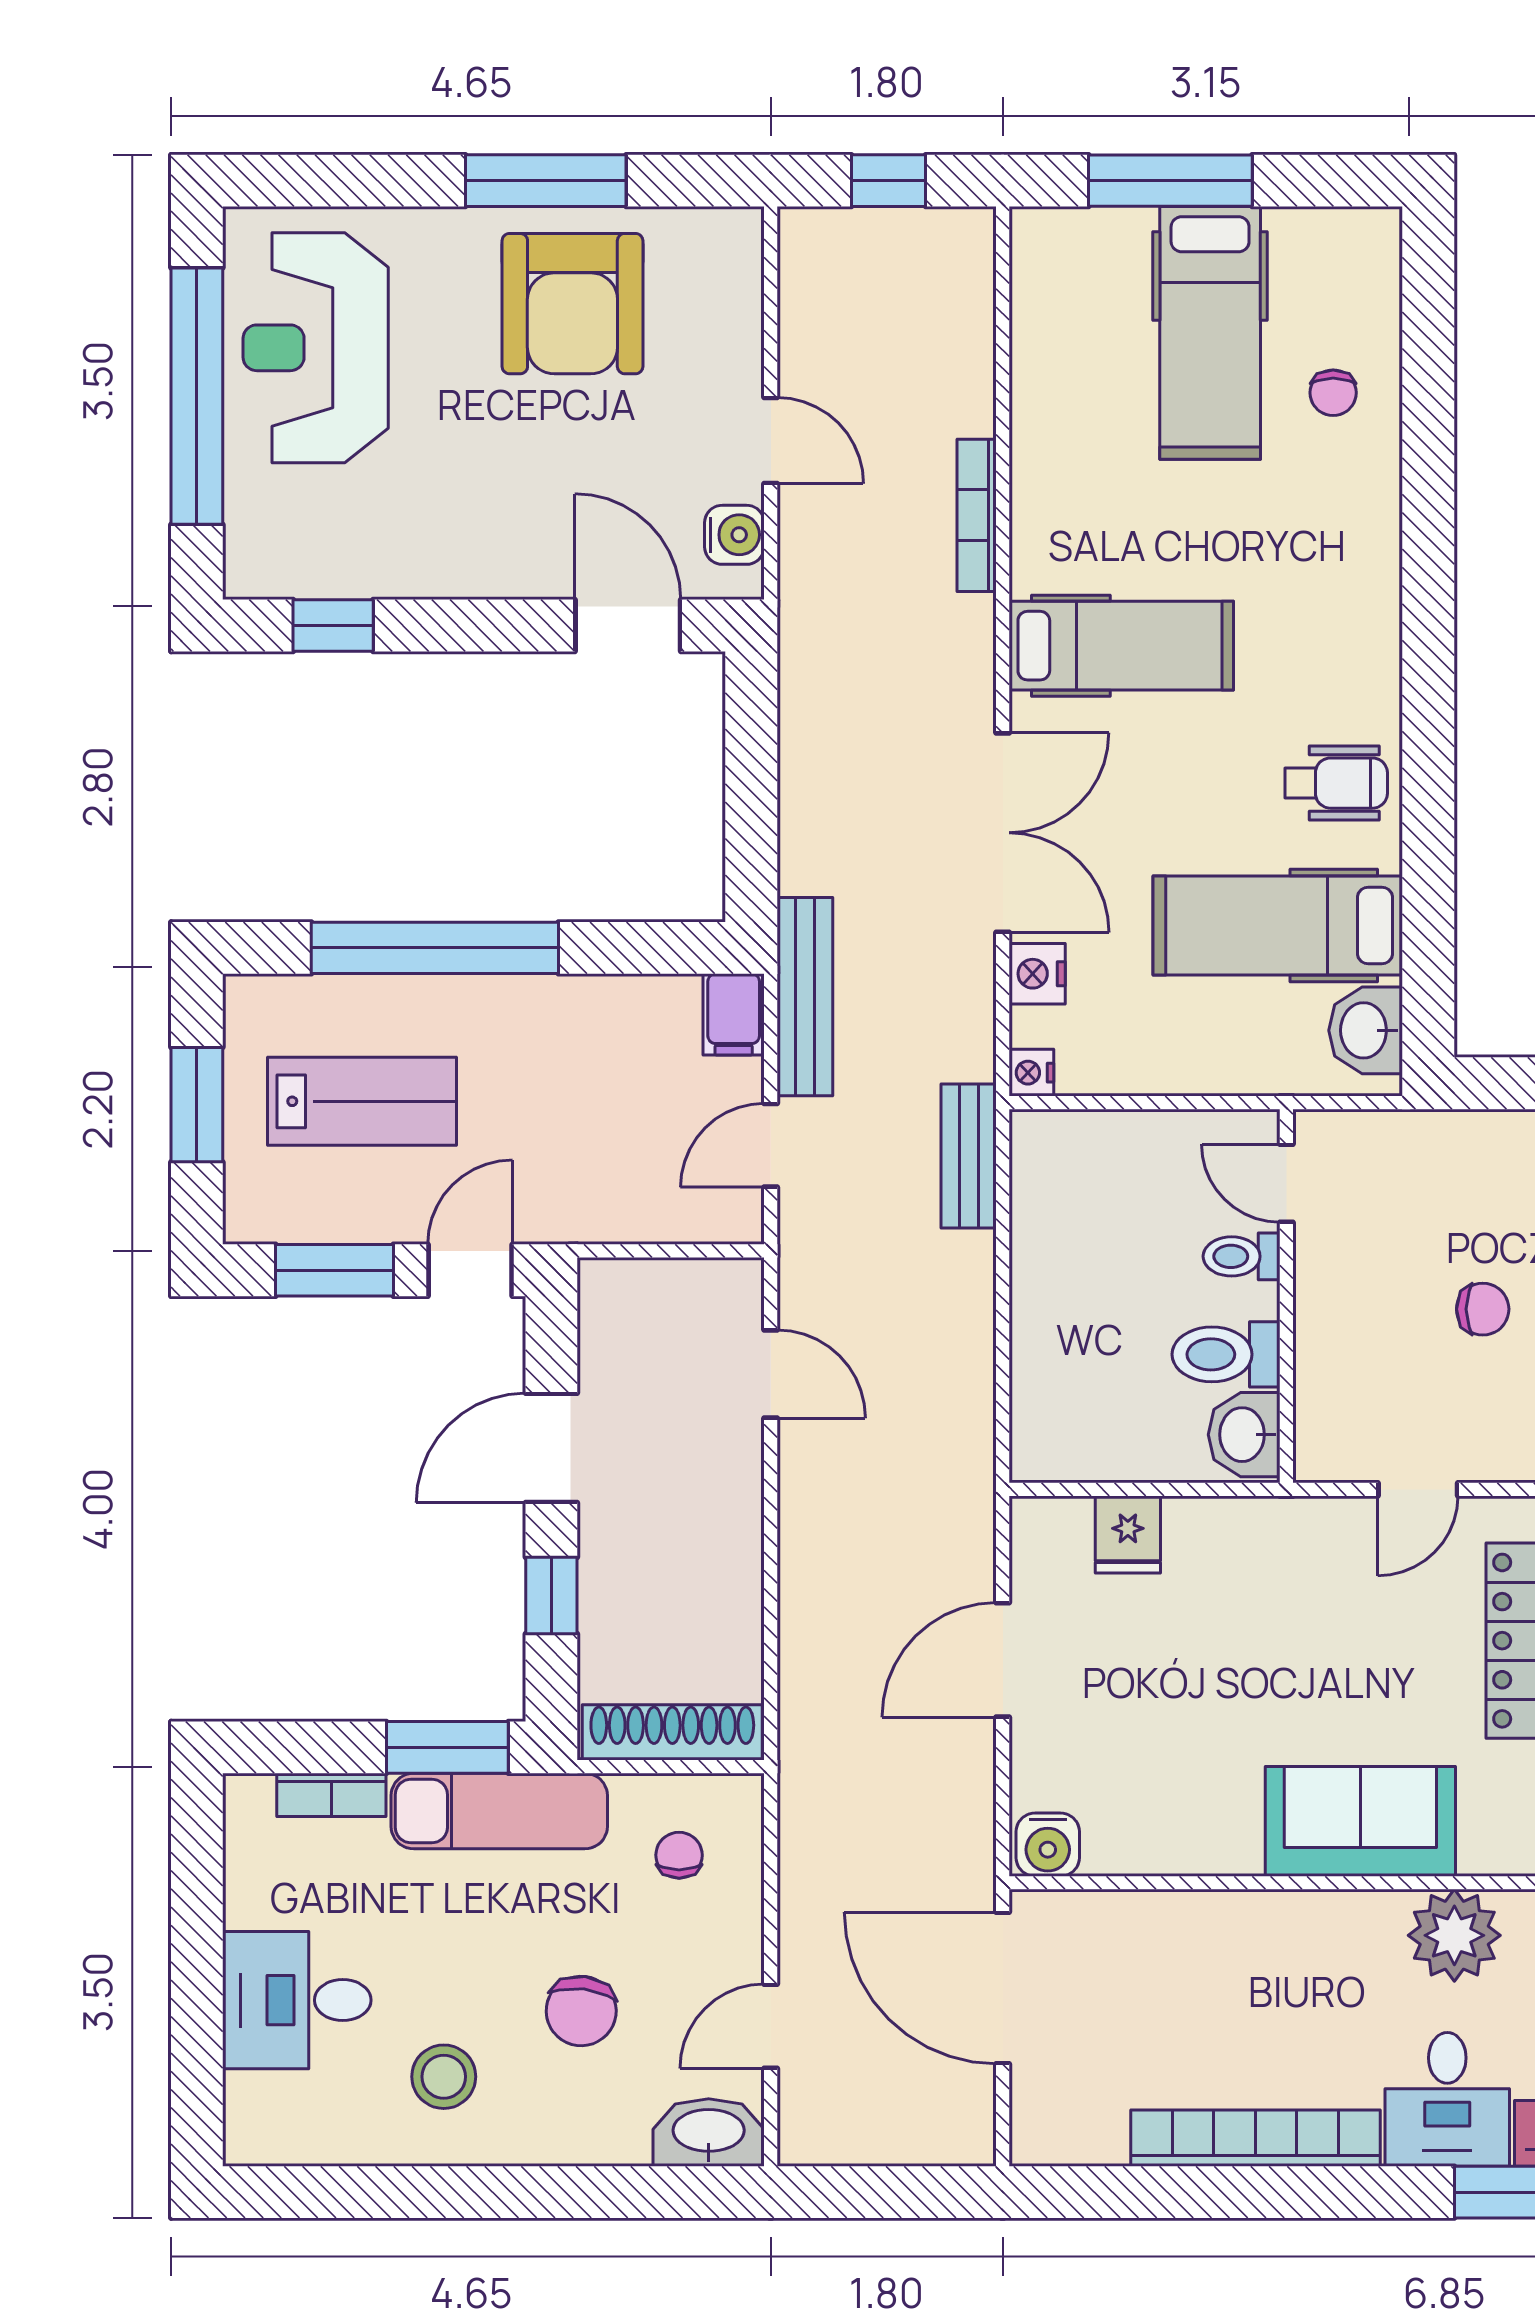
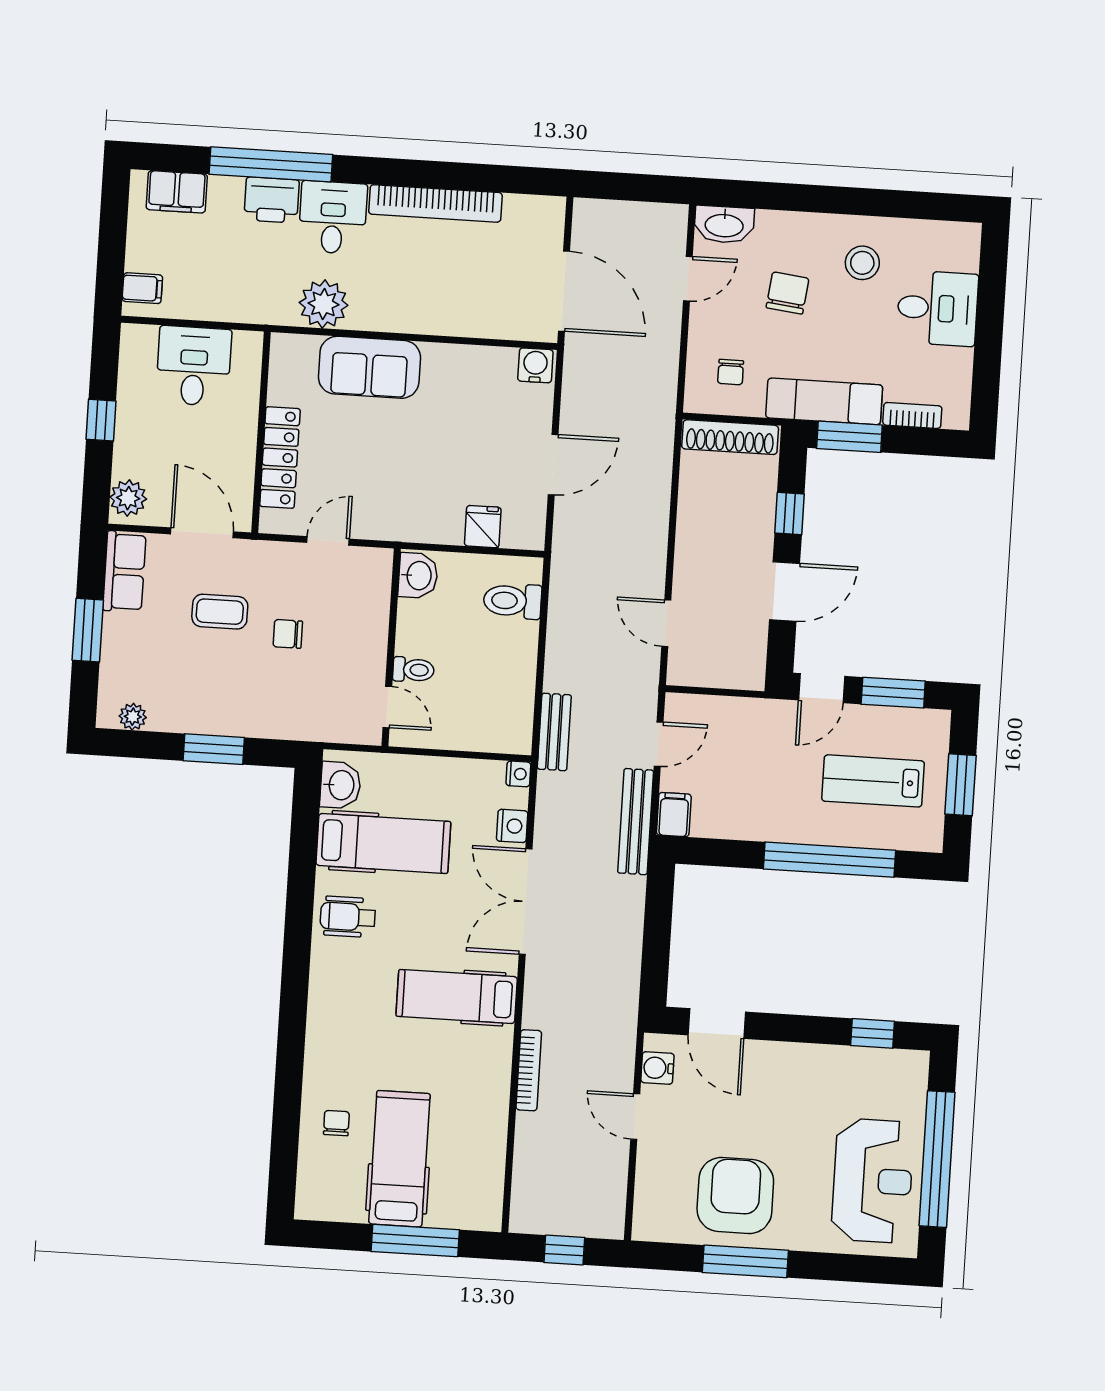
toilet: (1226, 1354) -> (512, 601), moved, turned 180

